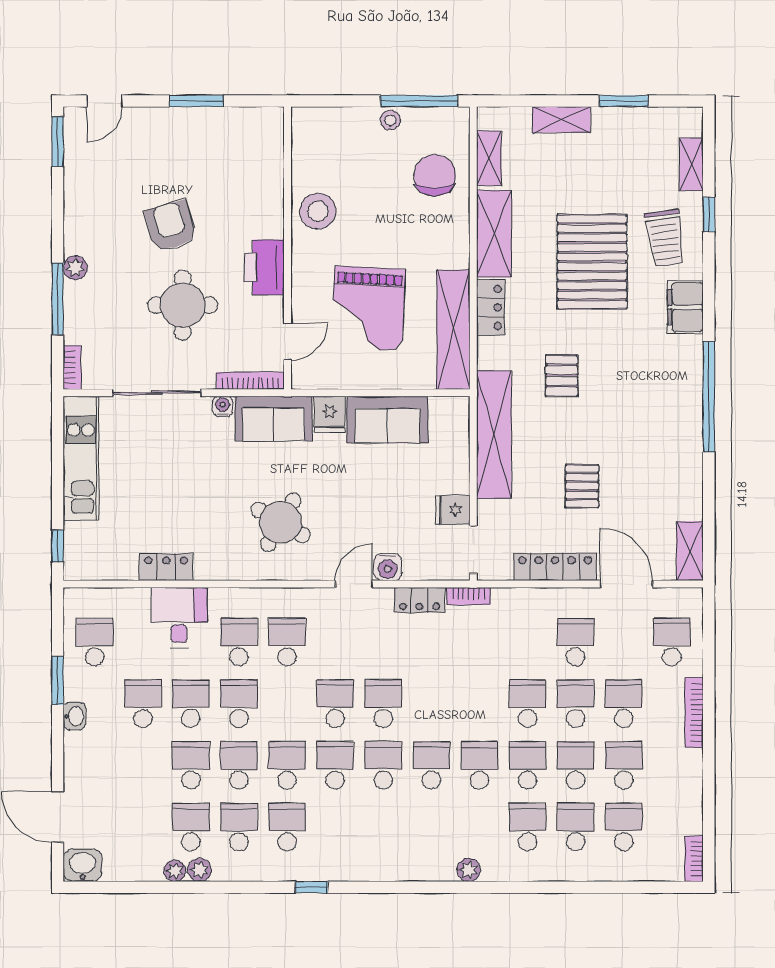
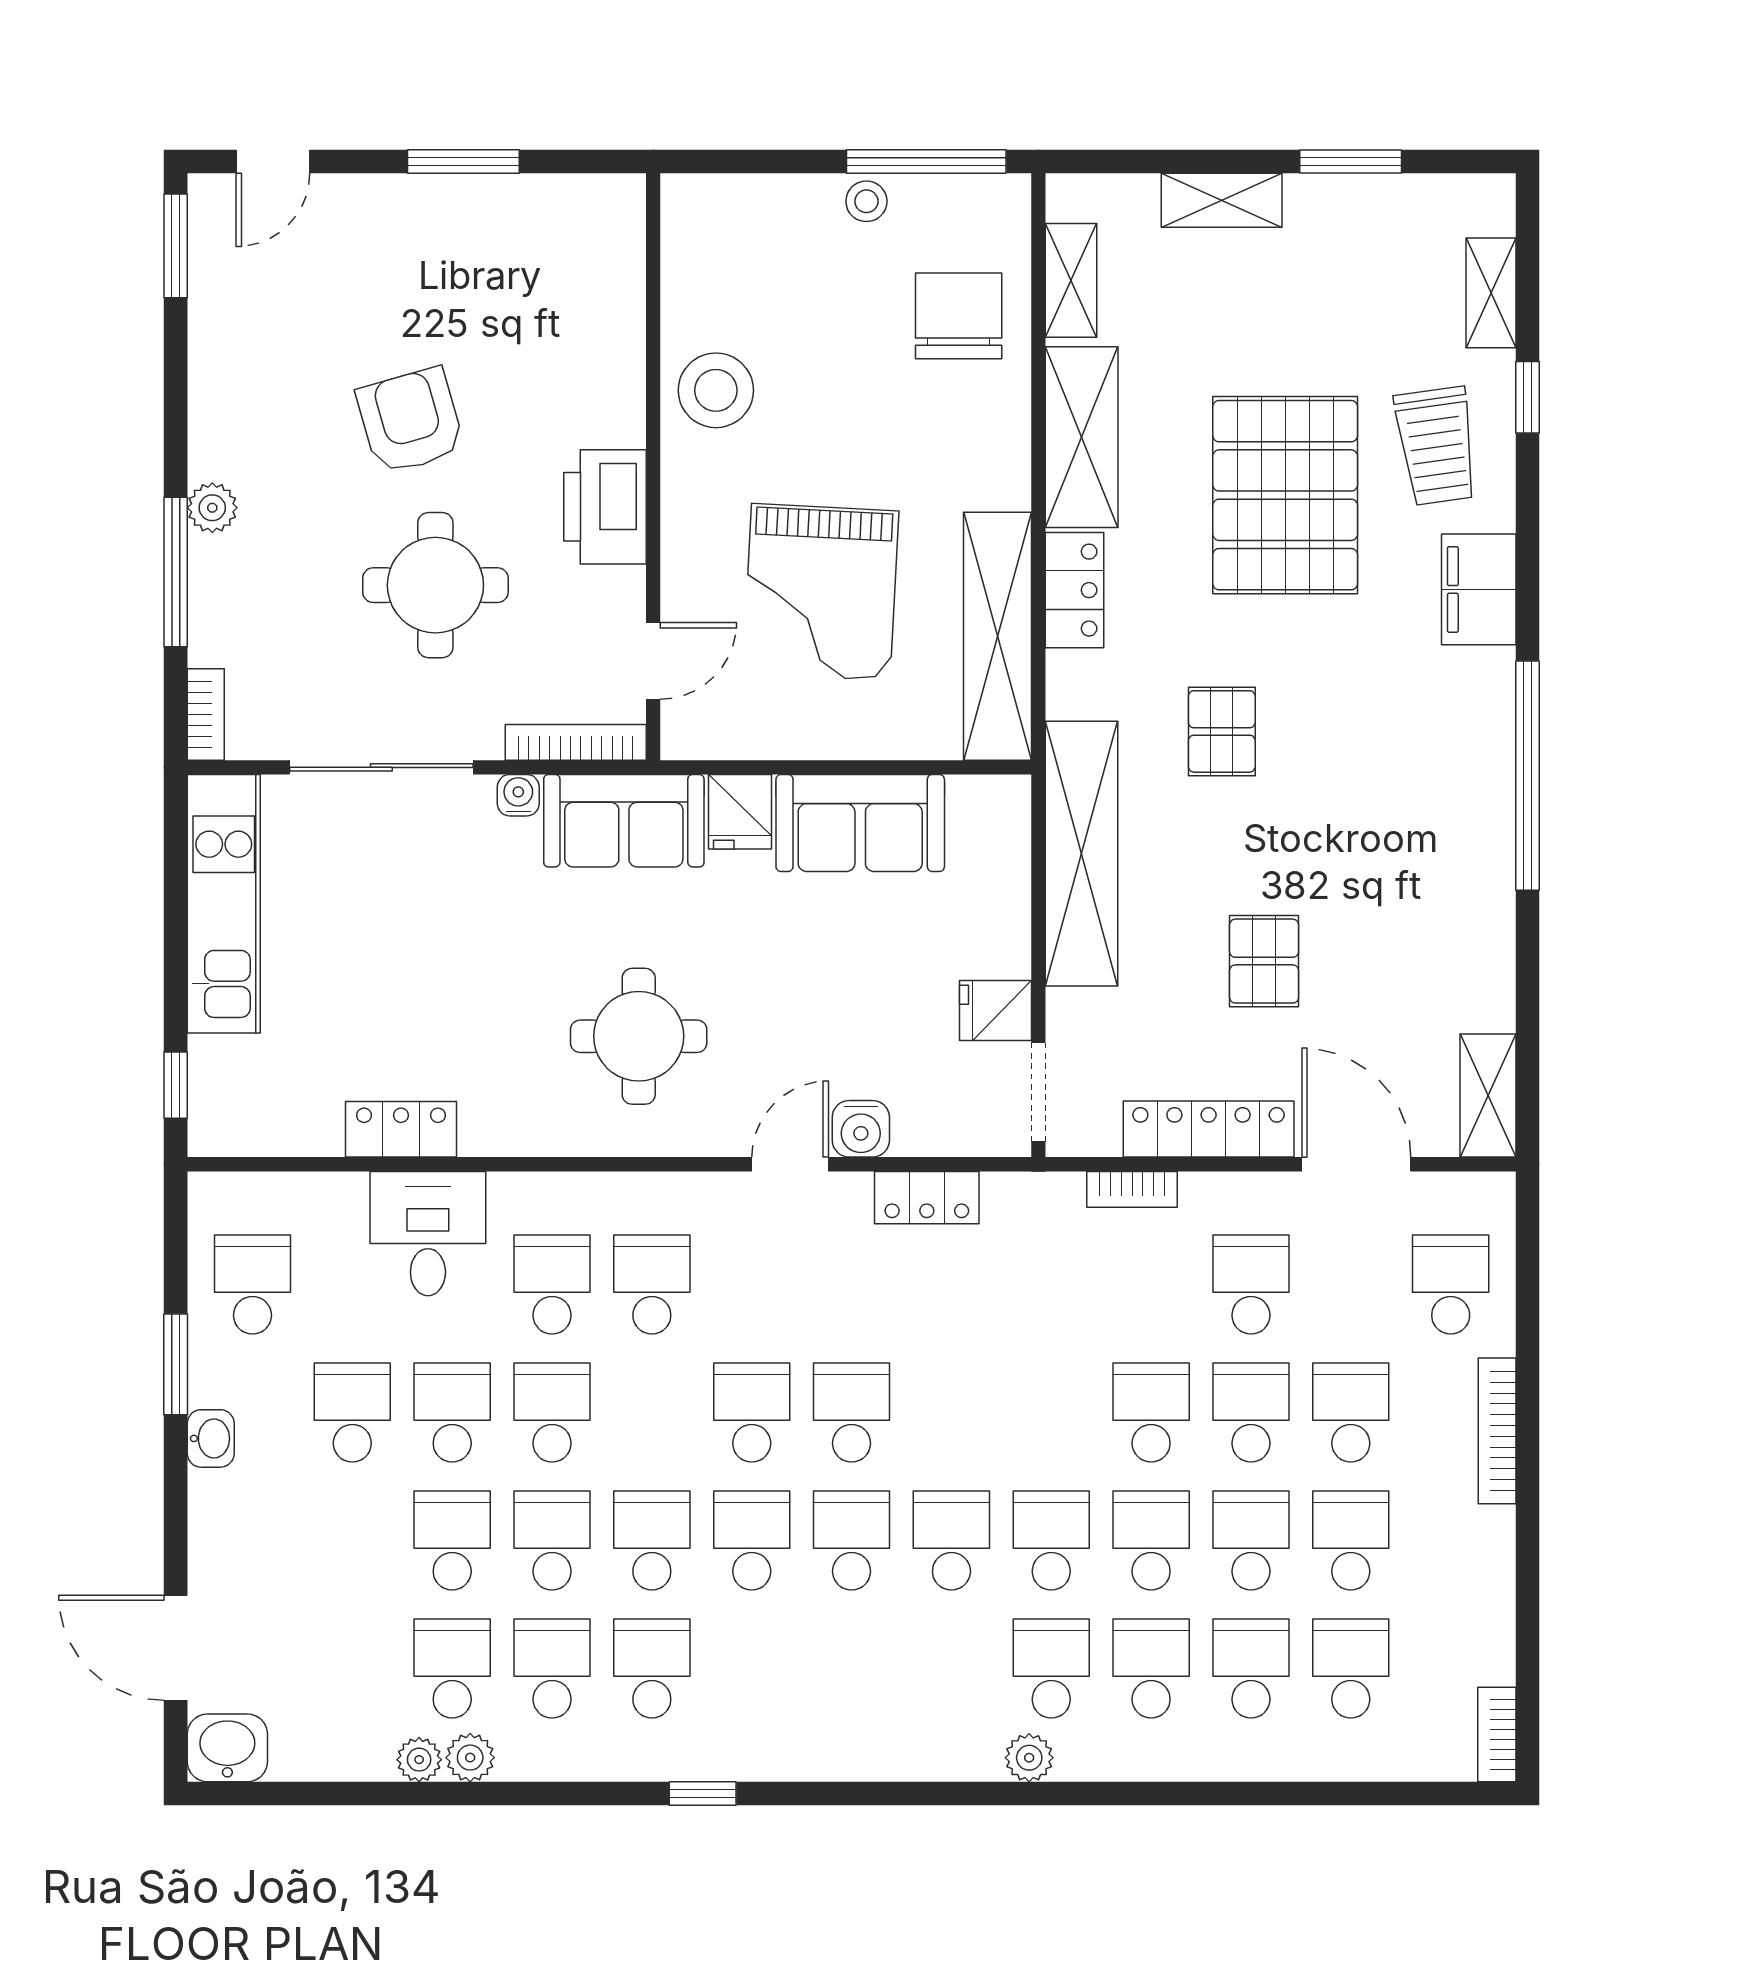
round table: (281, 522) -> (639, 1036), turned -30
bookcase: (469, 596) -> (1132, 1189), moved
school desk: (479, 827) -> (1051, 1669), added

